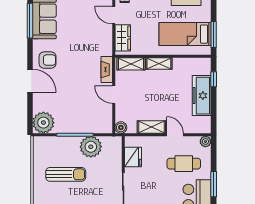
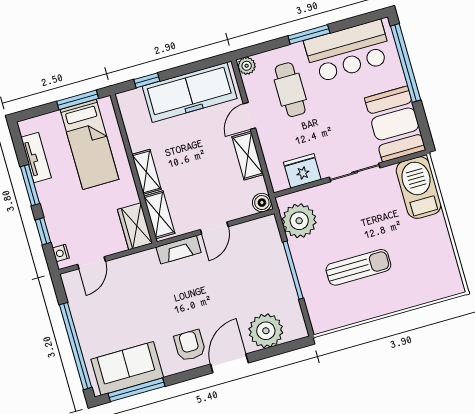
wardrobe: (123, 38) -> (135, 226), moved, turned -90
freezer: (202, 96) -> (190, 92), width x1.36, depth x1.26
plant: (43, 123) -> (266, 331), moved
plant: (91, 147) -> (299, 221), moved
sun lounger: (66, 174) -> (358, 267), turned 90

